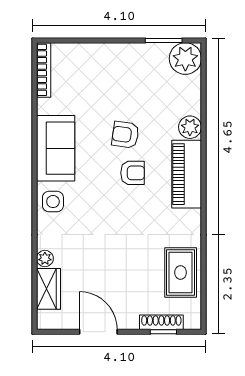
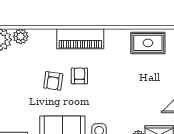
plant: (190, 127) -> (21, 36), moved

